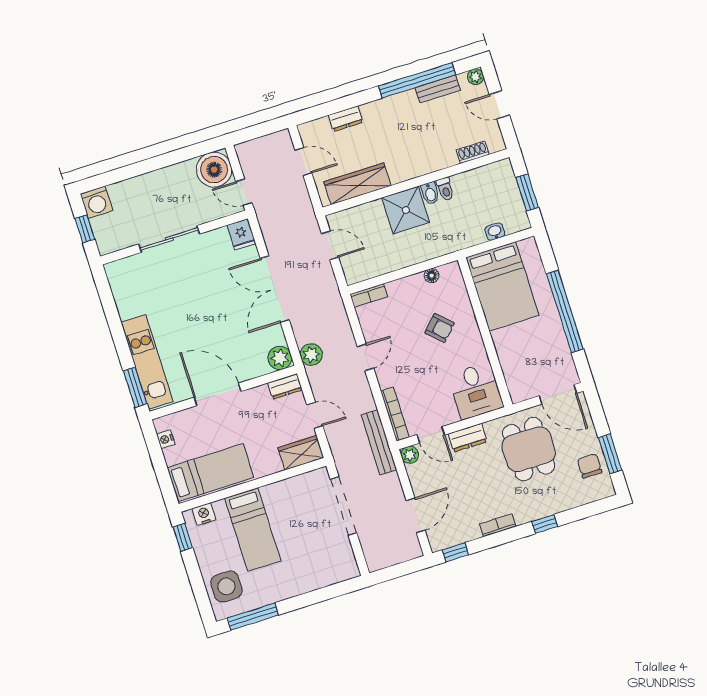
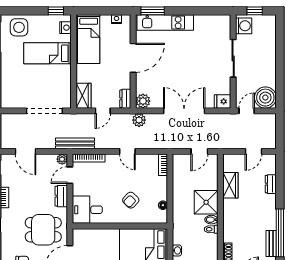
wardrobe: (357, 184) -> (230, 185), width x0.67
washing machine: (97, 202) -> (244, 26), moved, turned 180

